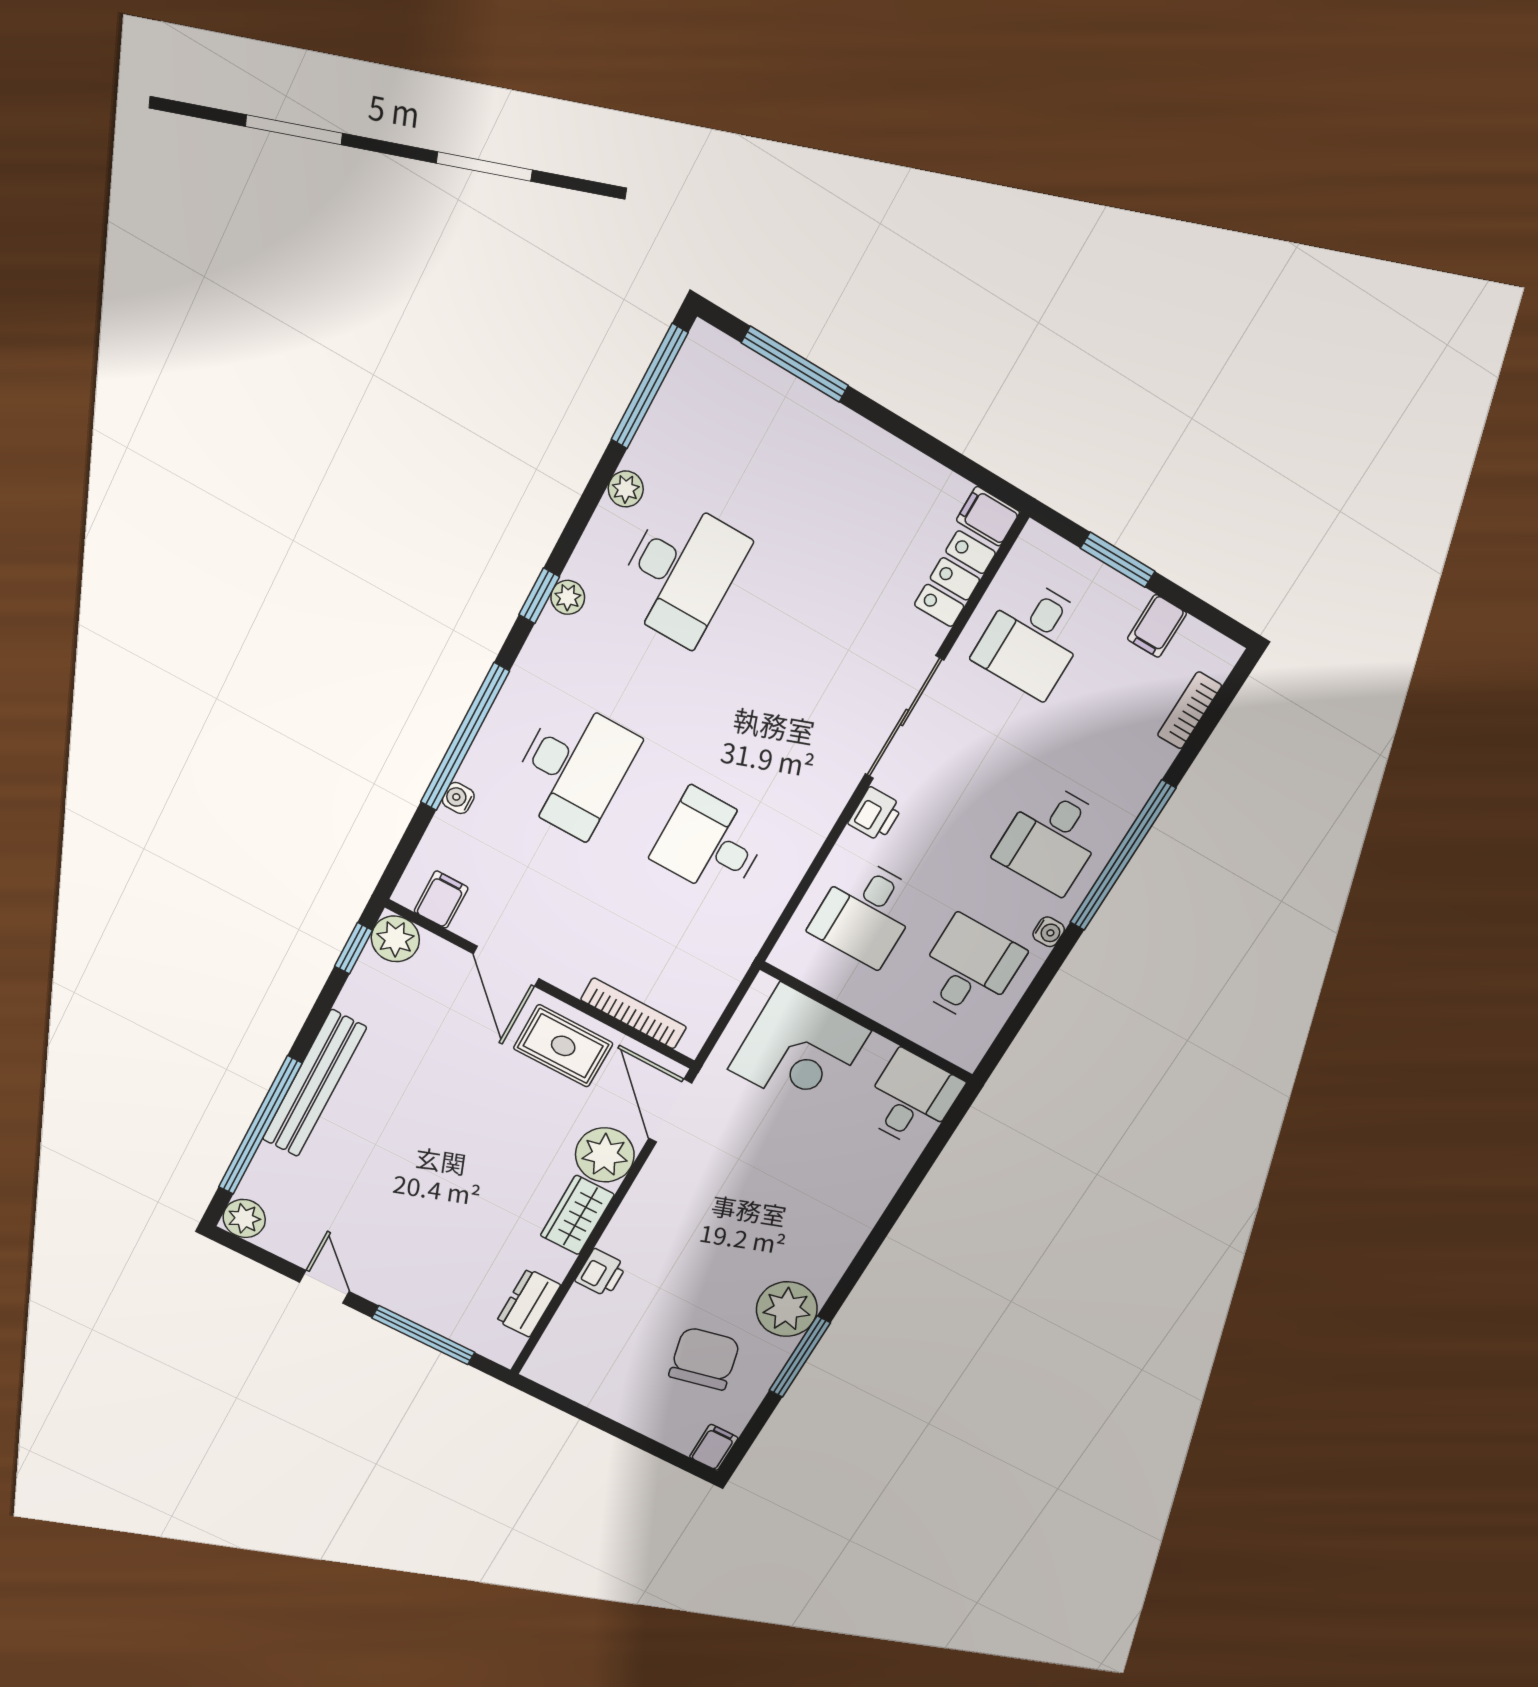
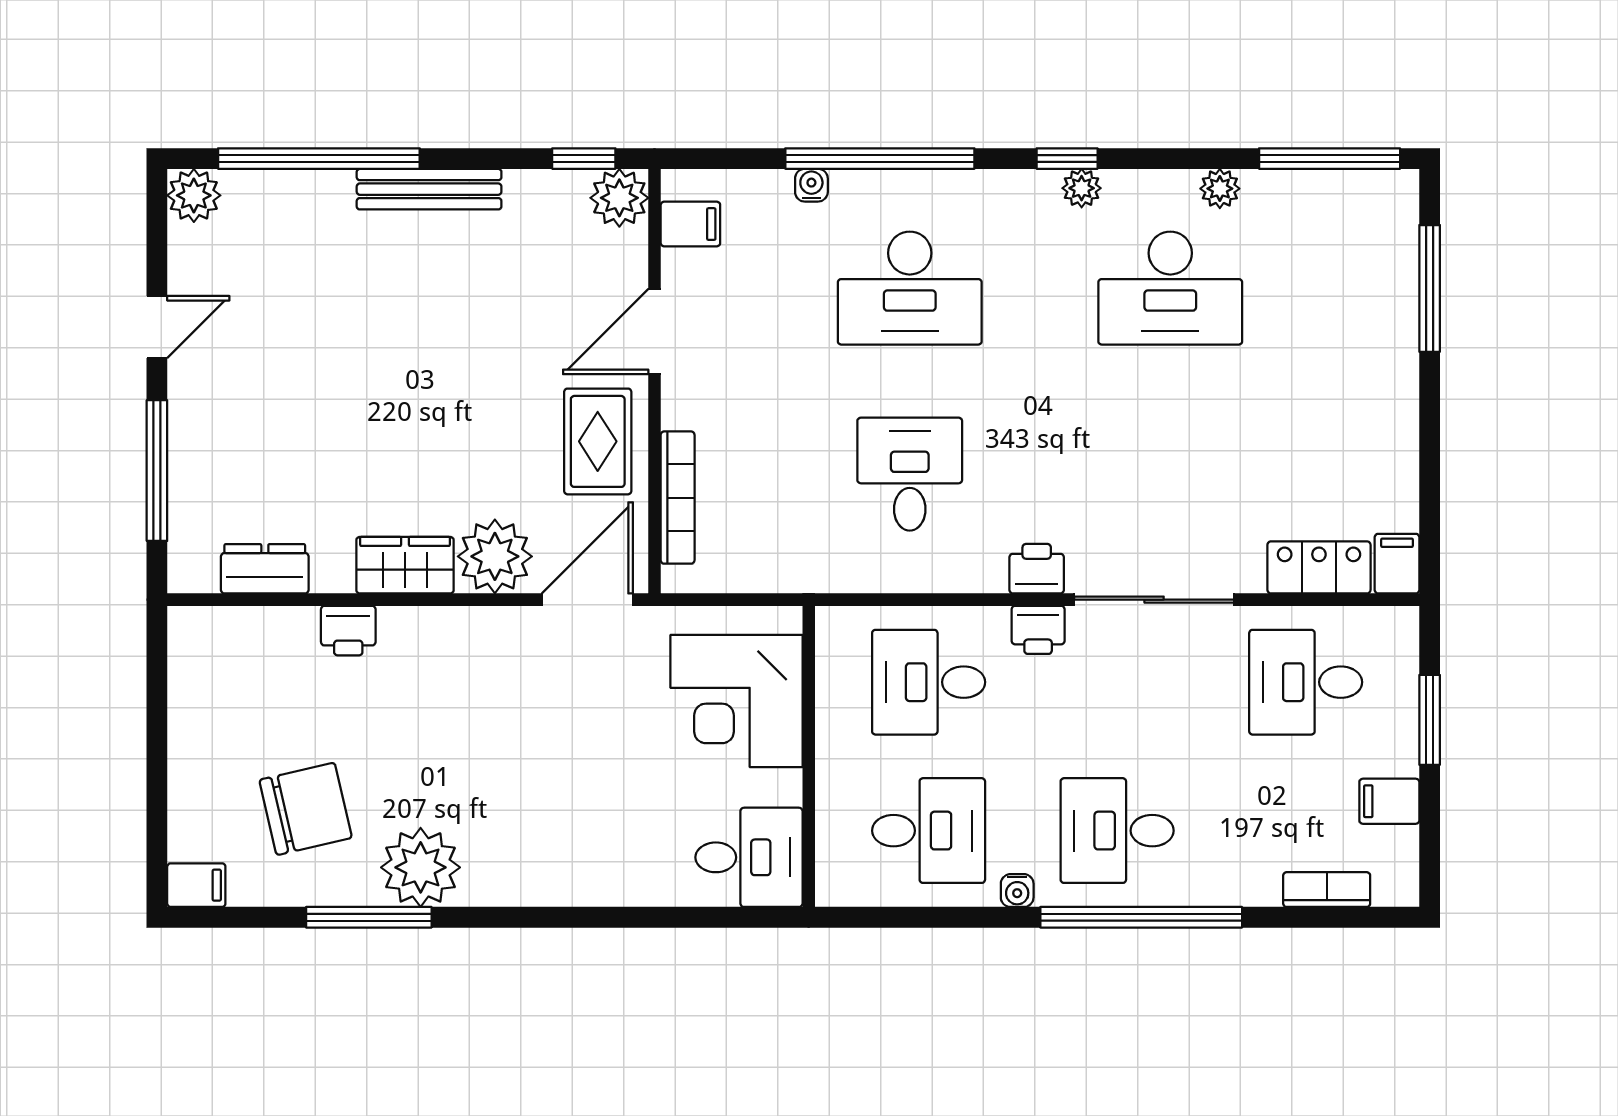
printer: (831, 791) -> (1037, 569), added
bench: (314, 1084) -> (429, 189), width x0.73, depth x0.82

